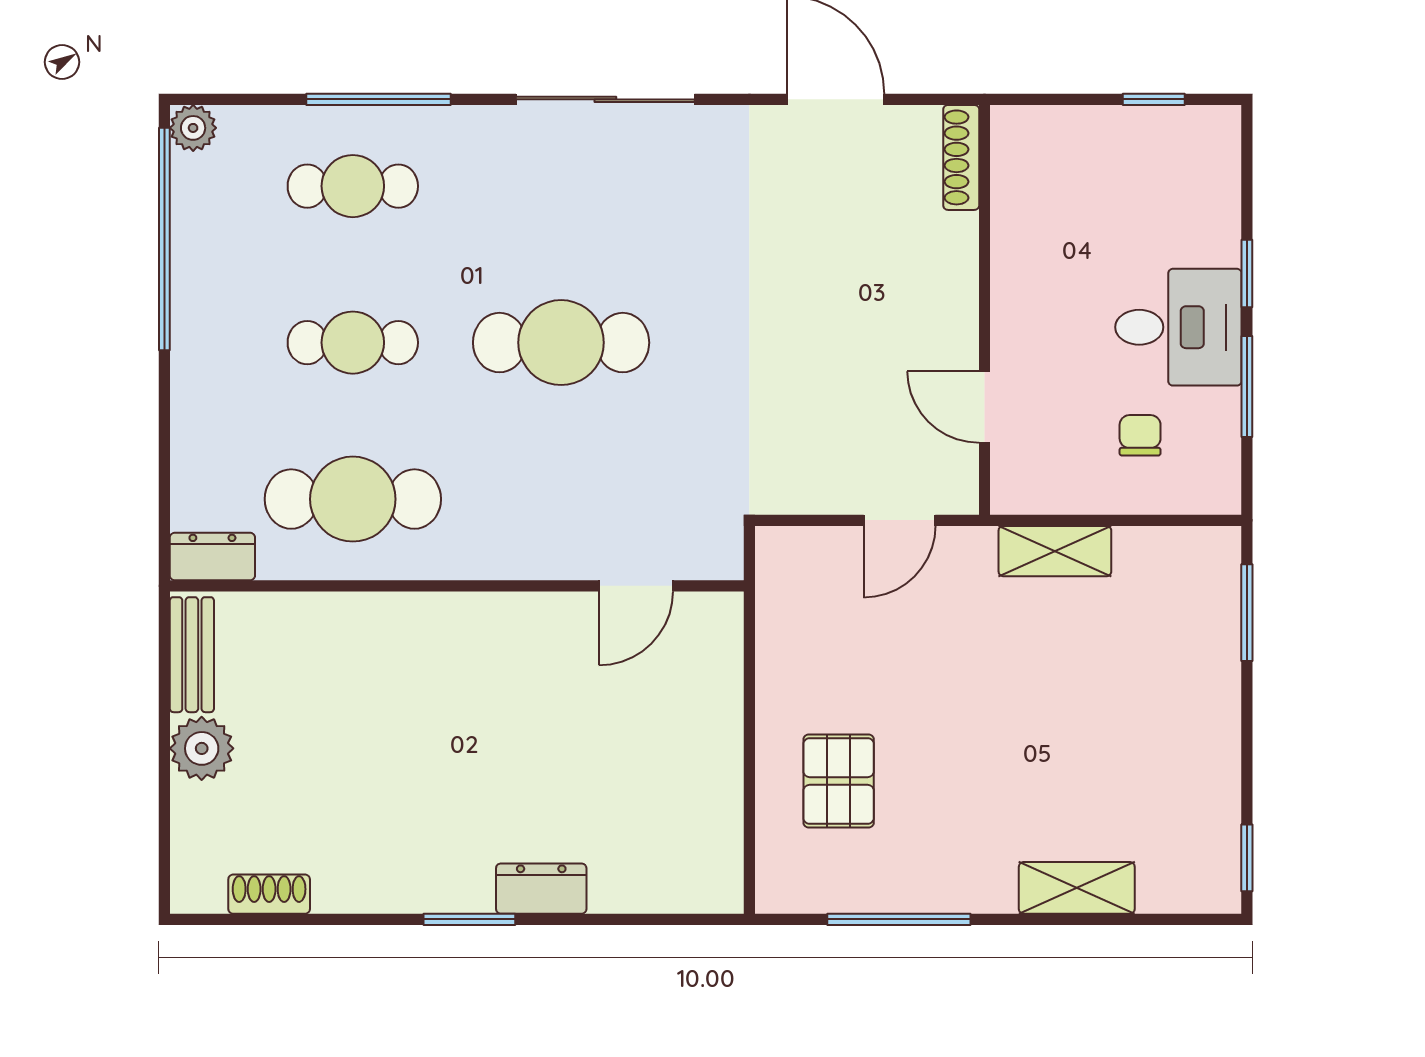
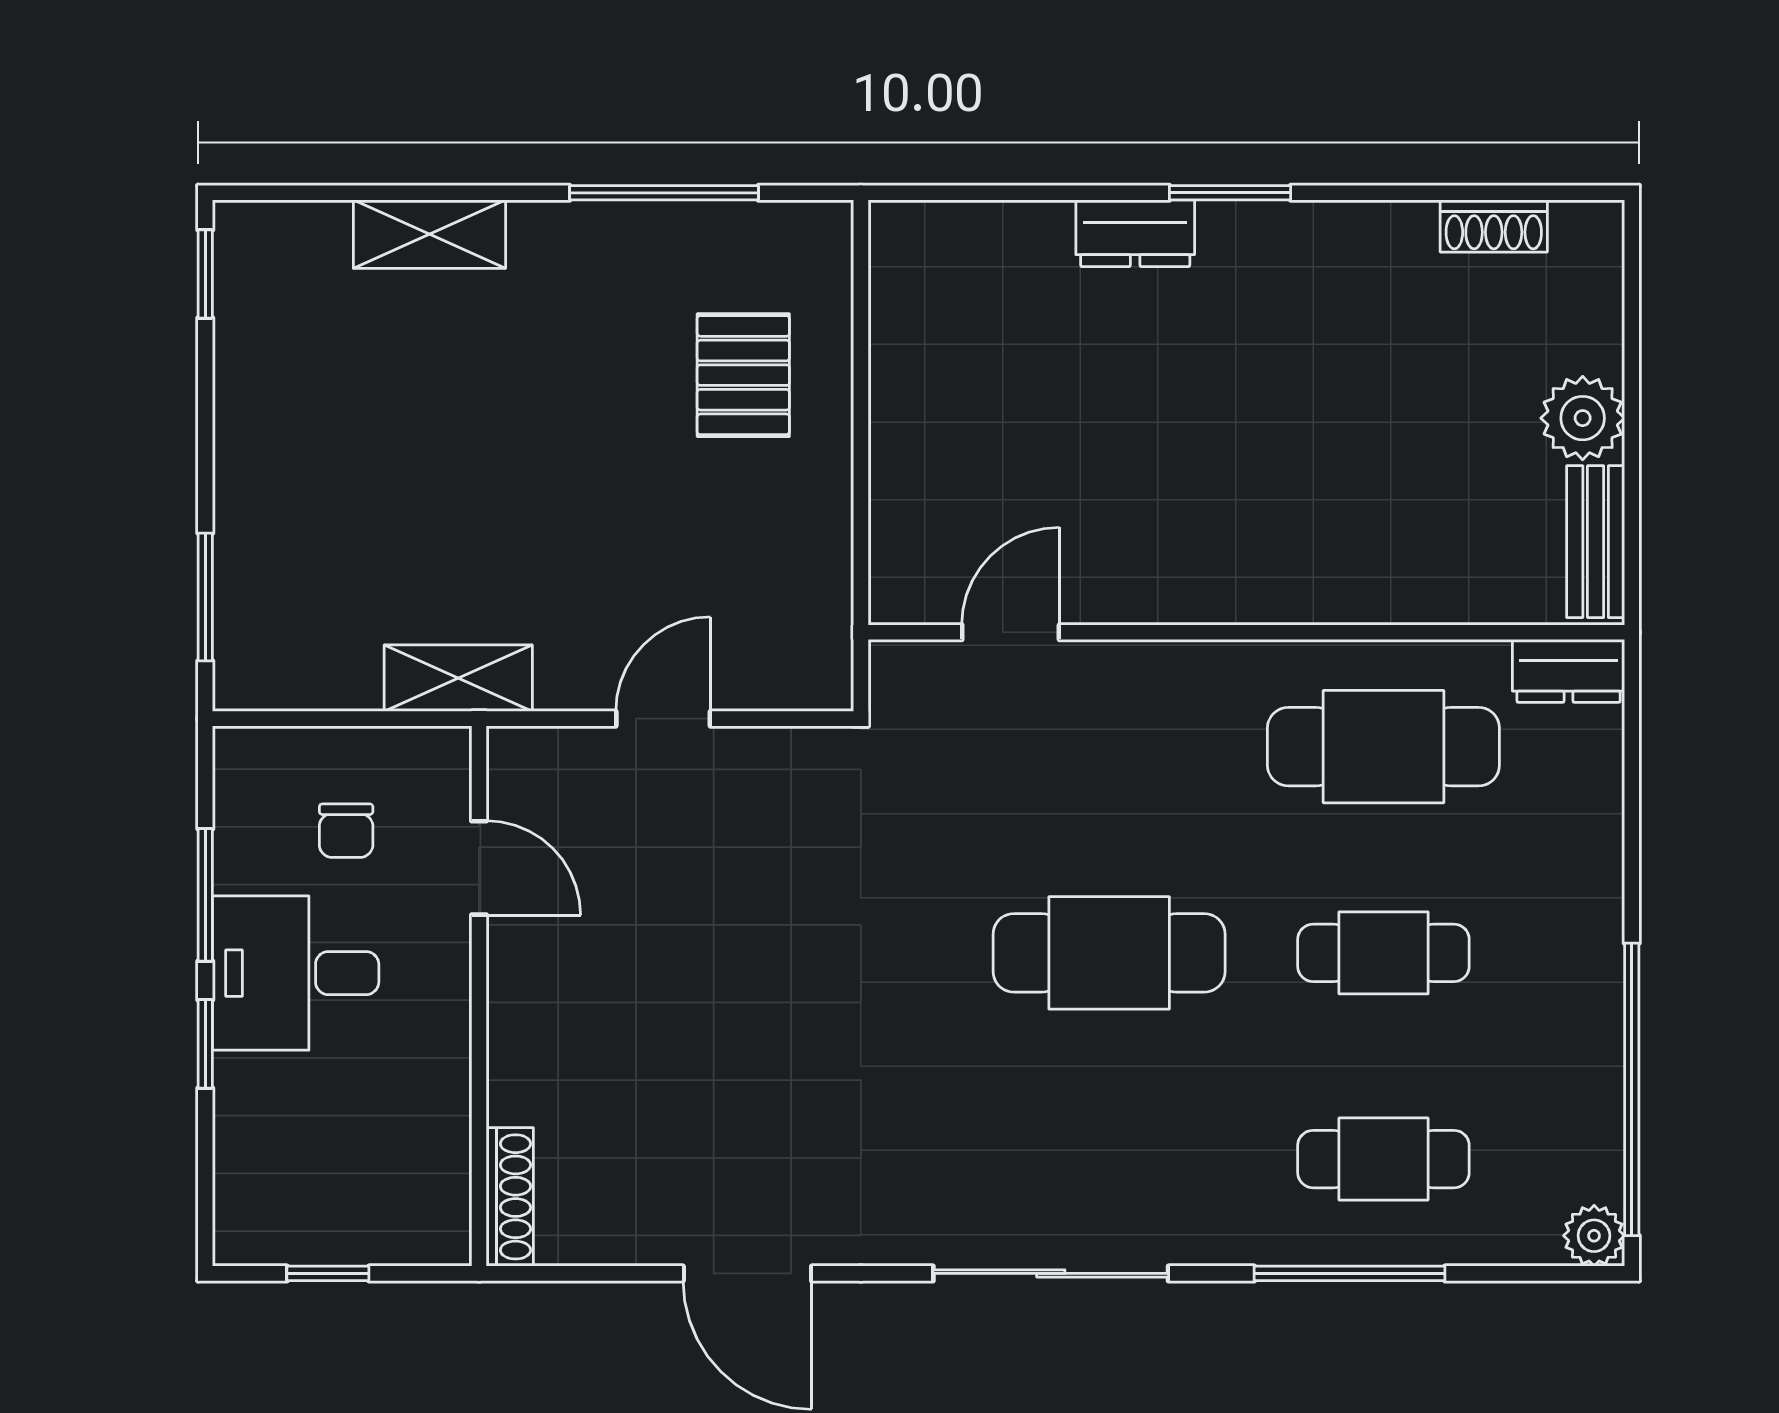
shoe rack: (961, 157) -> (510, 1197), moved
wall: (985, 310) -> (479, 996), moved
door: (985, 407) -> (479, 868), moved

